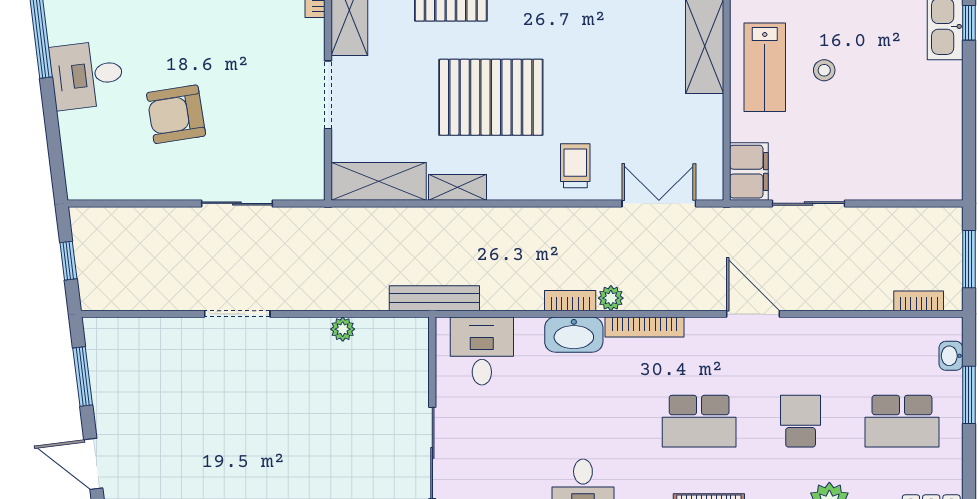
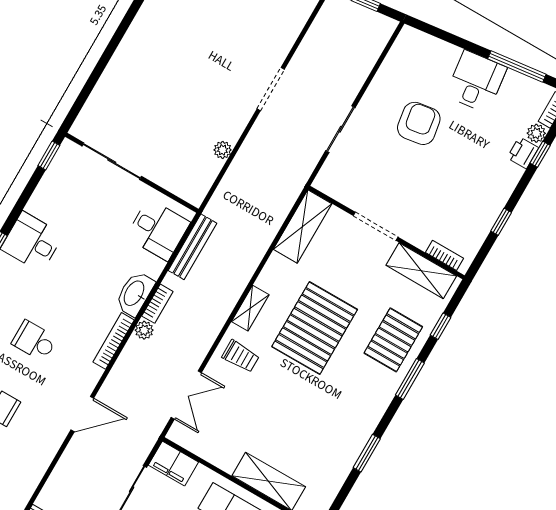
shelving: (457, 187) -> (250, 308), moved
bench: (434, 298) -> (192, 247), moved
school desk: (699, 421) -> (34, 341), width x0.54

